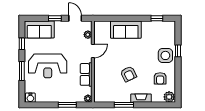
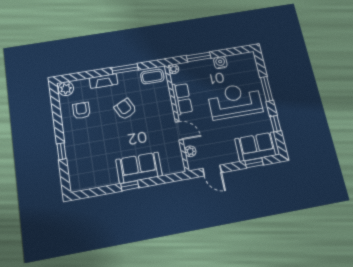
window: (55, 18) -> (254, 163), moved
window: (157, 18) -> (130, 186), moved
door: (93, 51) -> (179, 131), swing flipped
side table: (165, 55) -> (78, 142), removed
coffee table: (105, 95) -> (152, 77), added
water cooler: (30, 98) -> (220, 62), moved

